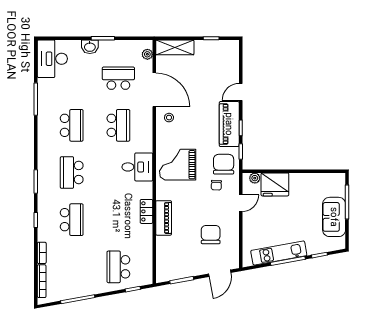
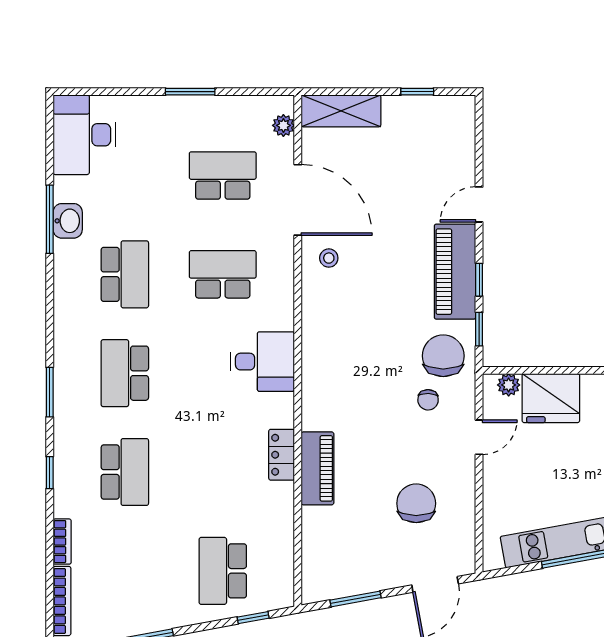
washbasin: (90, 47) -> (68, 221), moved, turned -90
school desk: (118, 125) -> (223, 274), turned -90
grand piano: (178, 165) -> (347, 357), removed

